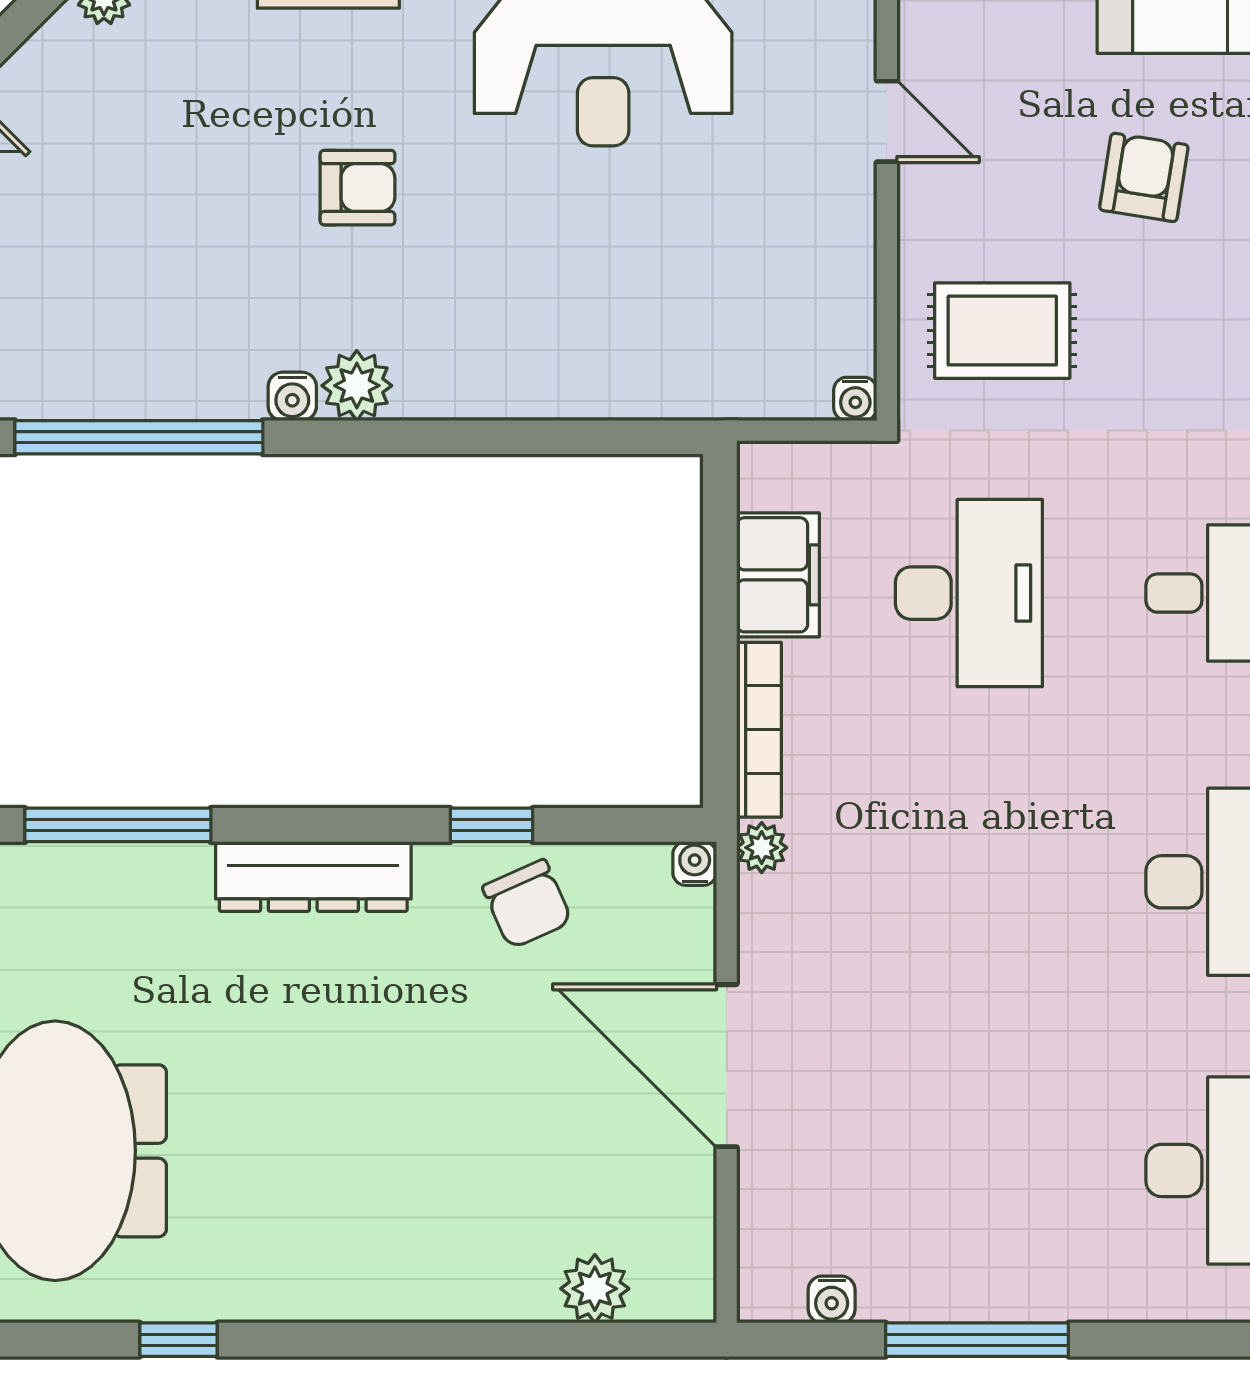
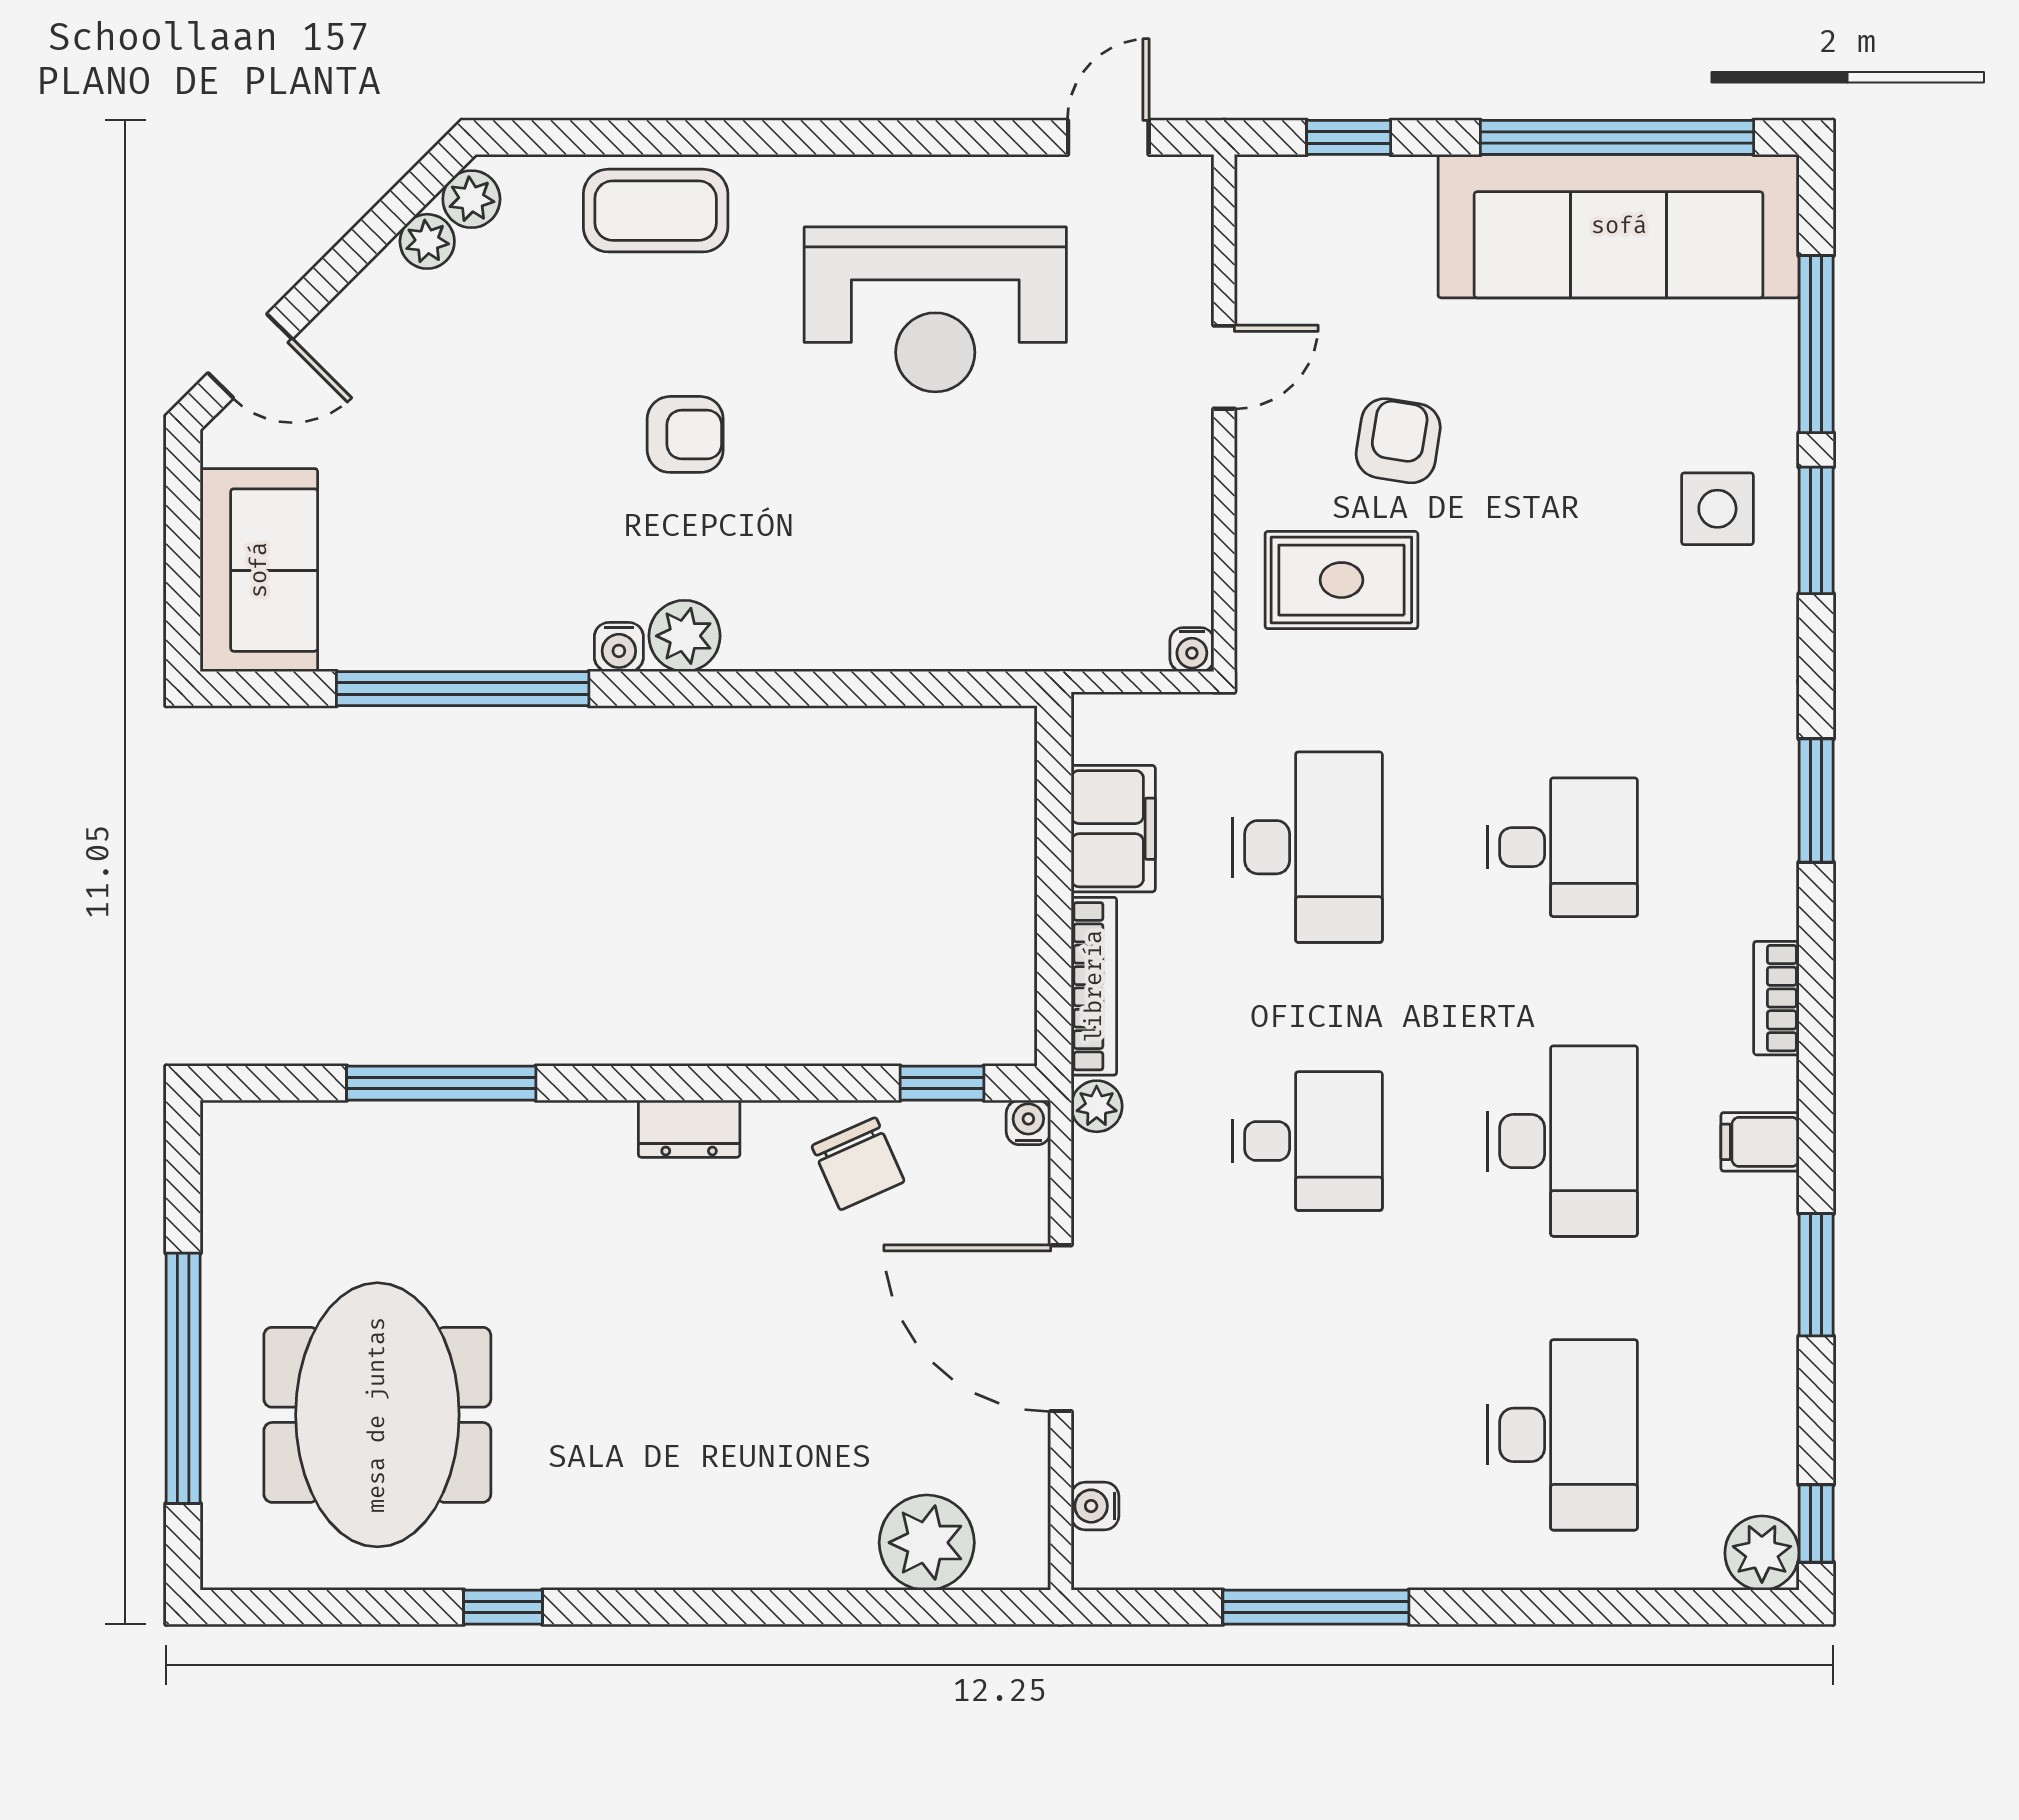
door: (887, 121) -> (1224, 367), hinge flipped
armchair: (1144, 177) -> (1398, 441), moved
window: (491, 825) -> (942, 1083), moved
dresser: (313, 877) -> (689, 1129), width x0.51, depth x0.80
desk: (969, 882) -> (1308, 1141), added
plant: (595, 1289) -> (927, 1543), width x1.36, depth x1.36
water cooler: (832, 1299) -> (1095, 1506), moved, turned 90

